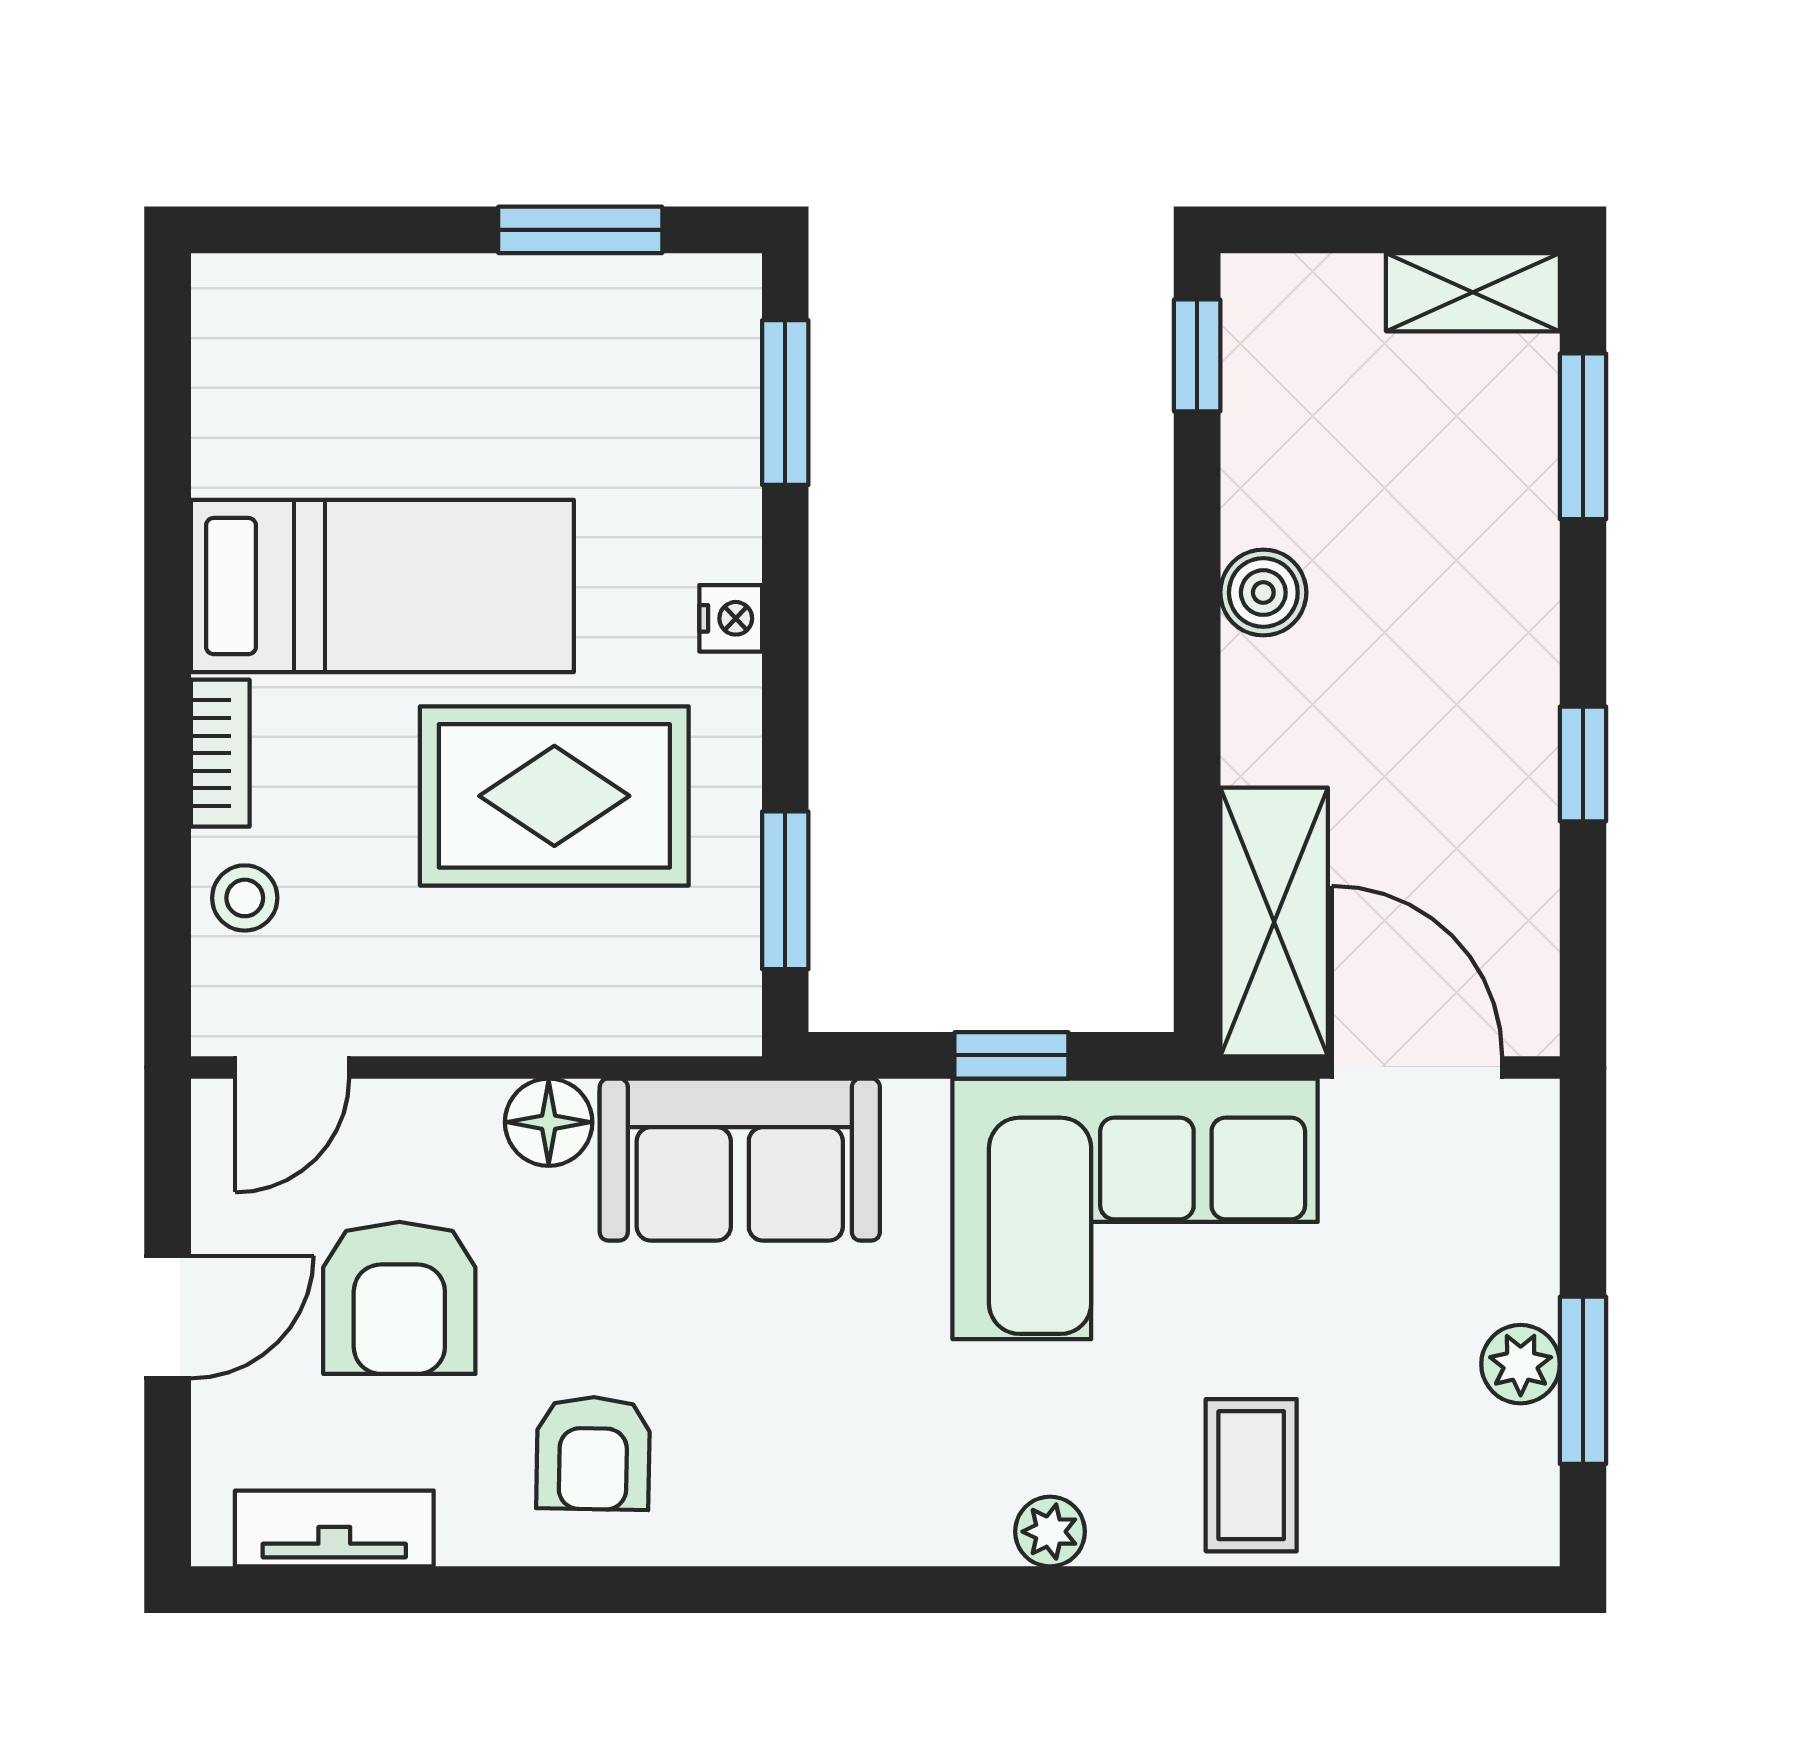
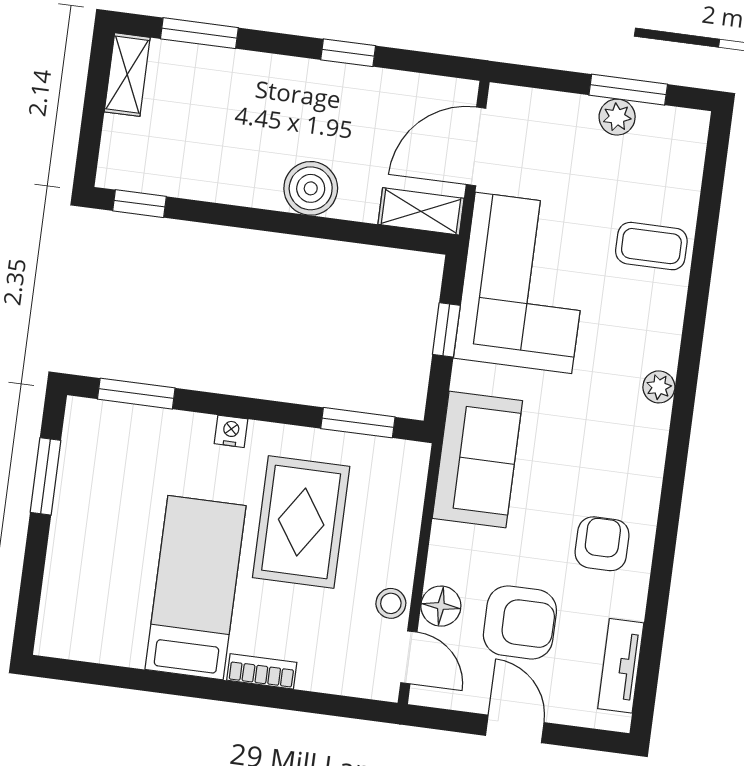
boiler: (1263, 593) -> (311, 188), moved, width x1.36, depth x1.36
stool: (245, 898) -> (391, 603), moved
shelving: (1274, 922) -> (421, 211), width x0.67, depth x0.75
floor lamp: (549, 1122) -> (441, 606), moved
armchair: (593, 1453) -> (602, 544), turned -91
plant: (1050, 1532) -> (659, 387), moved

